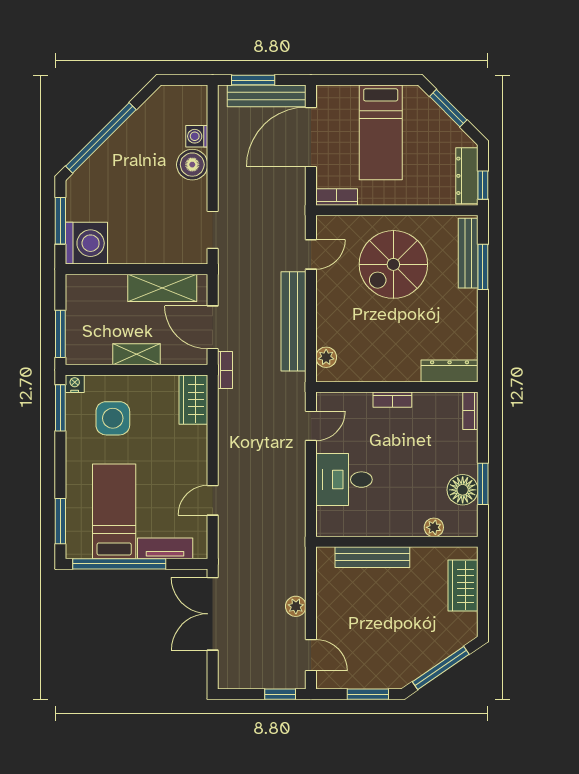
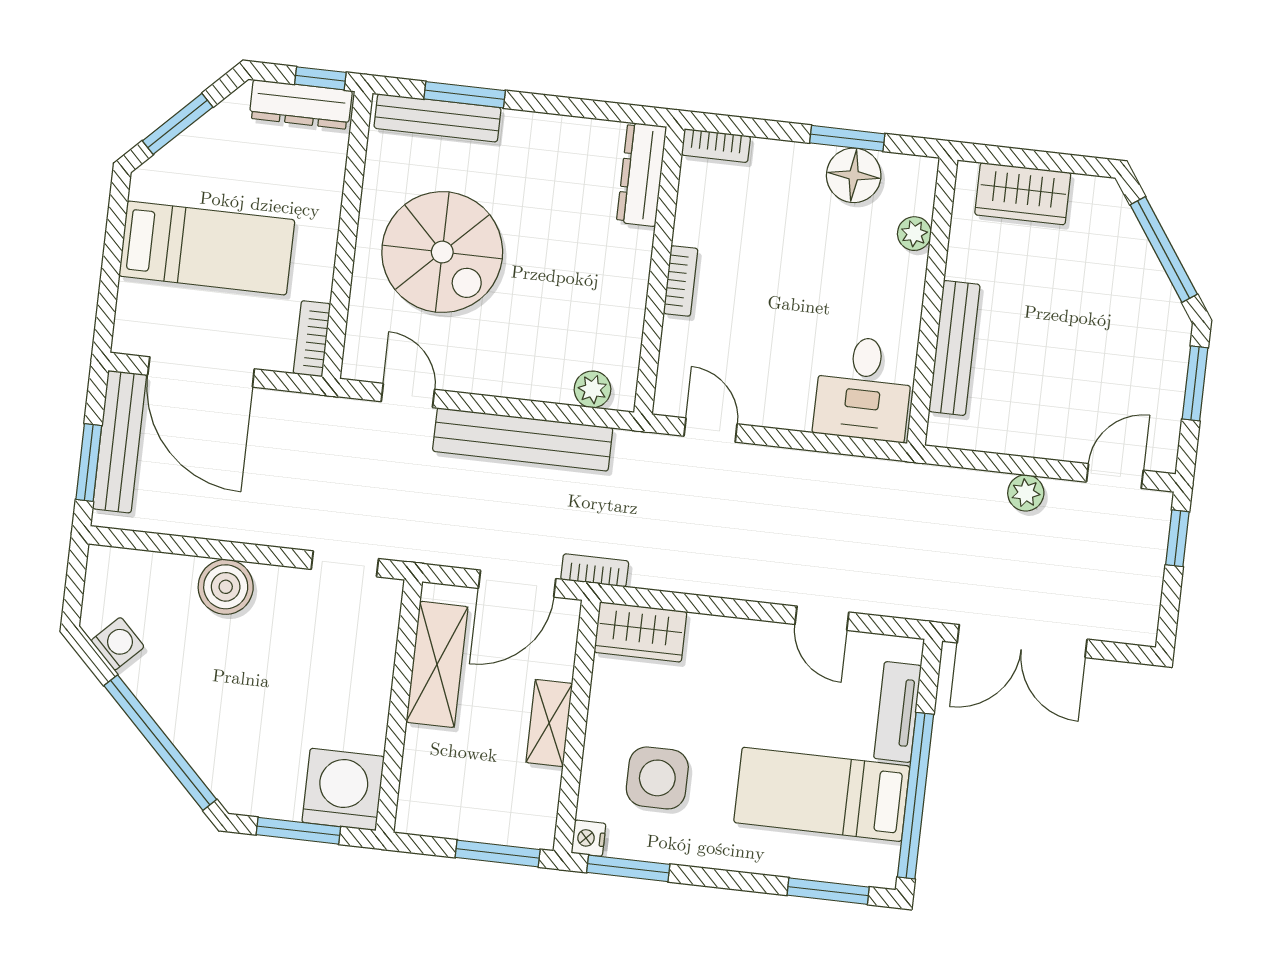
washing machine: (197, 136) -> (118, 644), moved, turned -135
desk: (344, 480) -> (864, 388), moved

